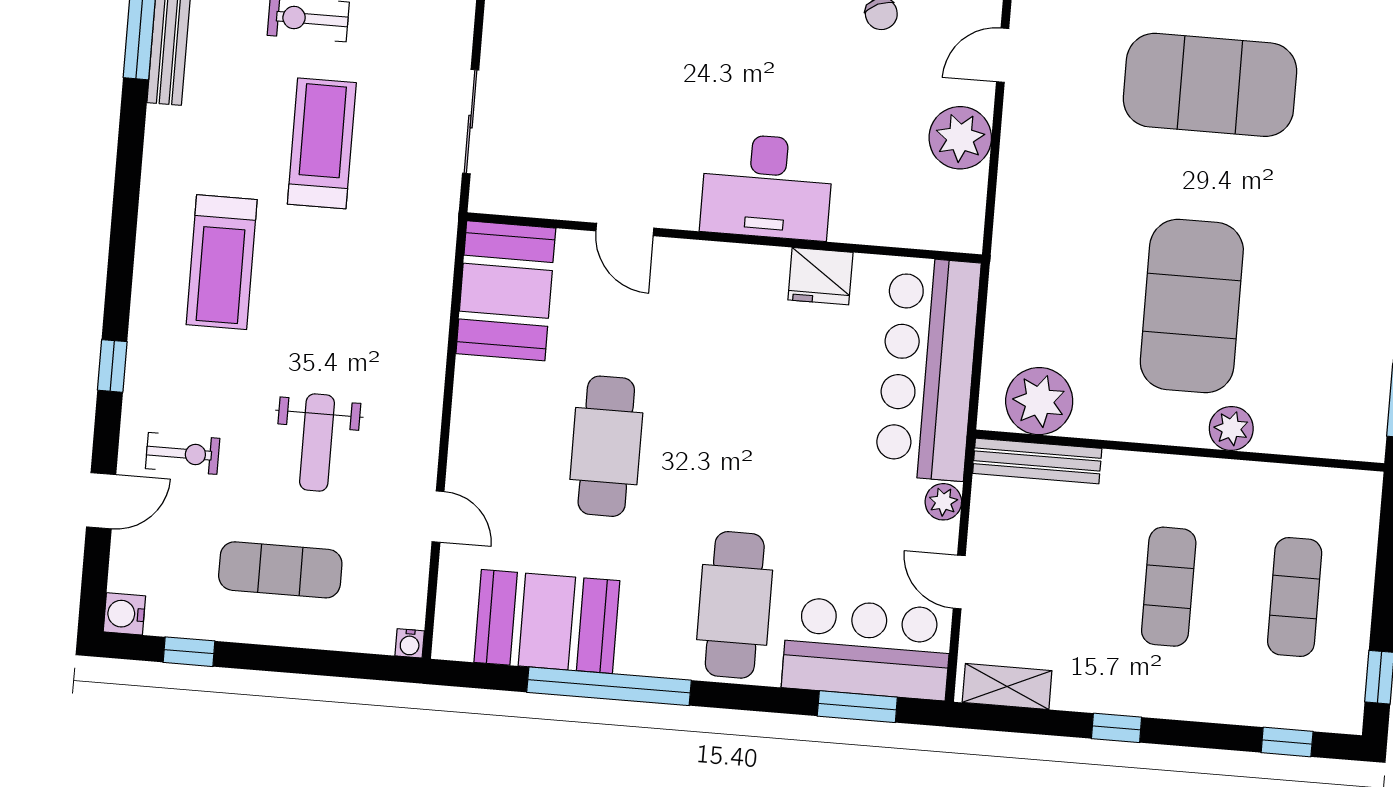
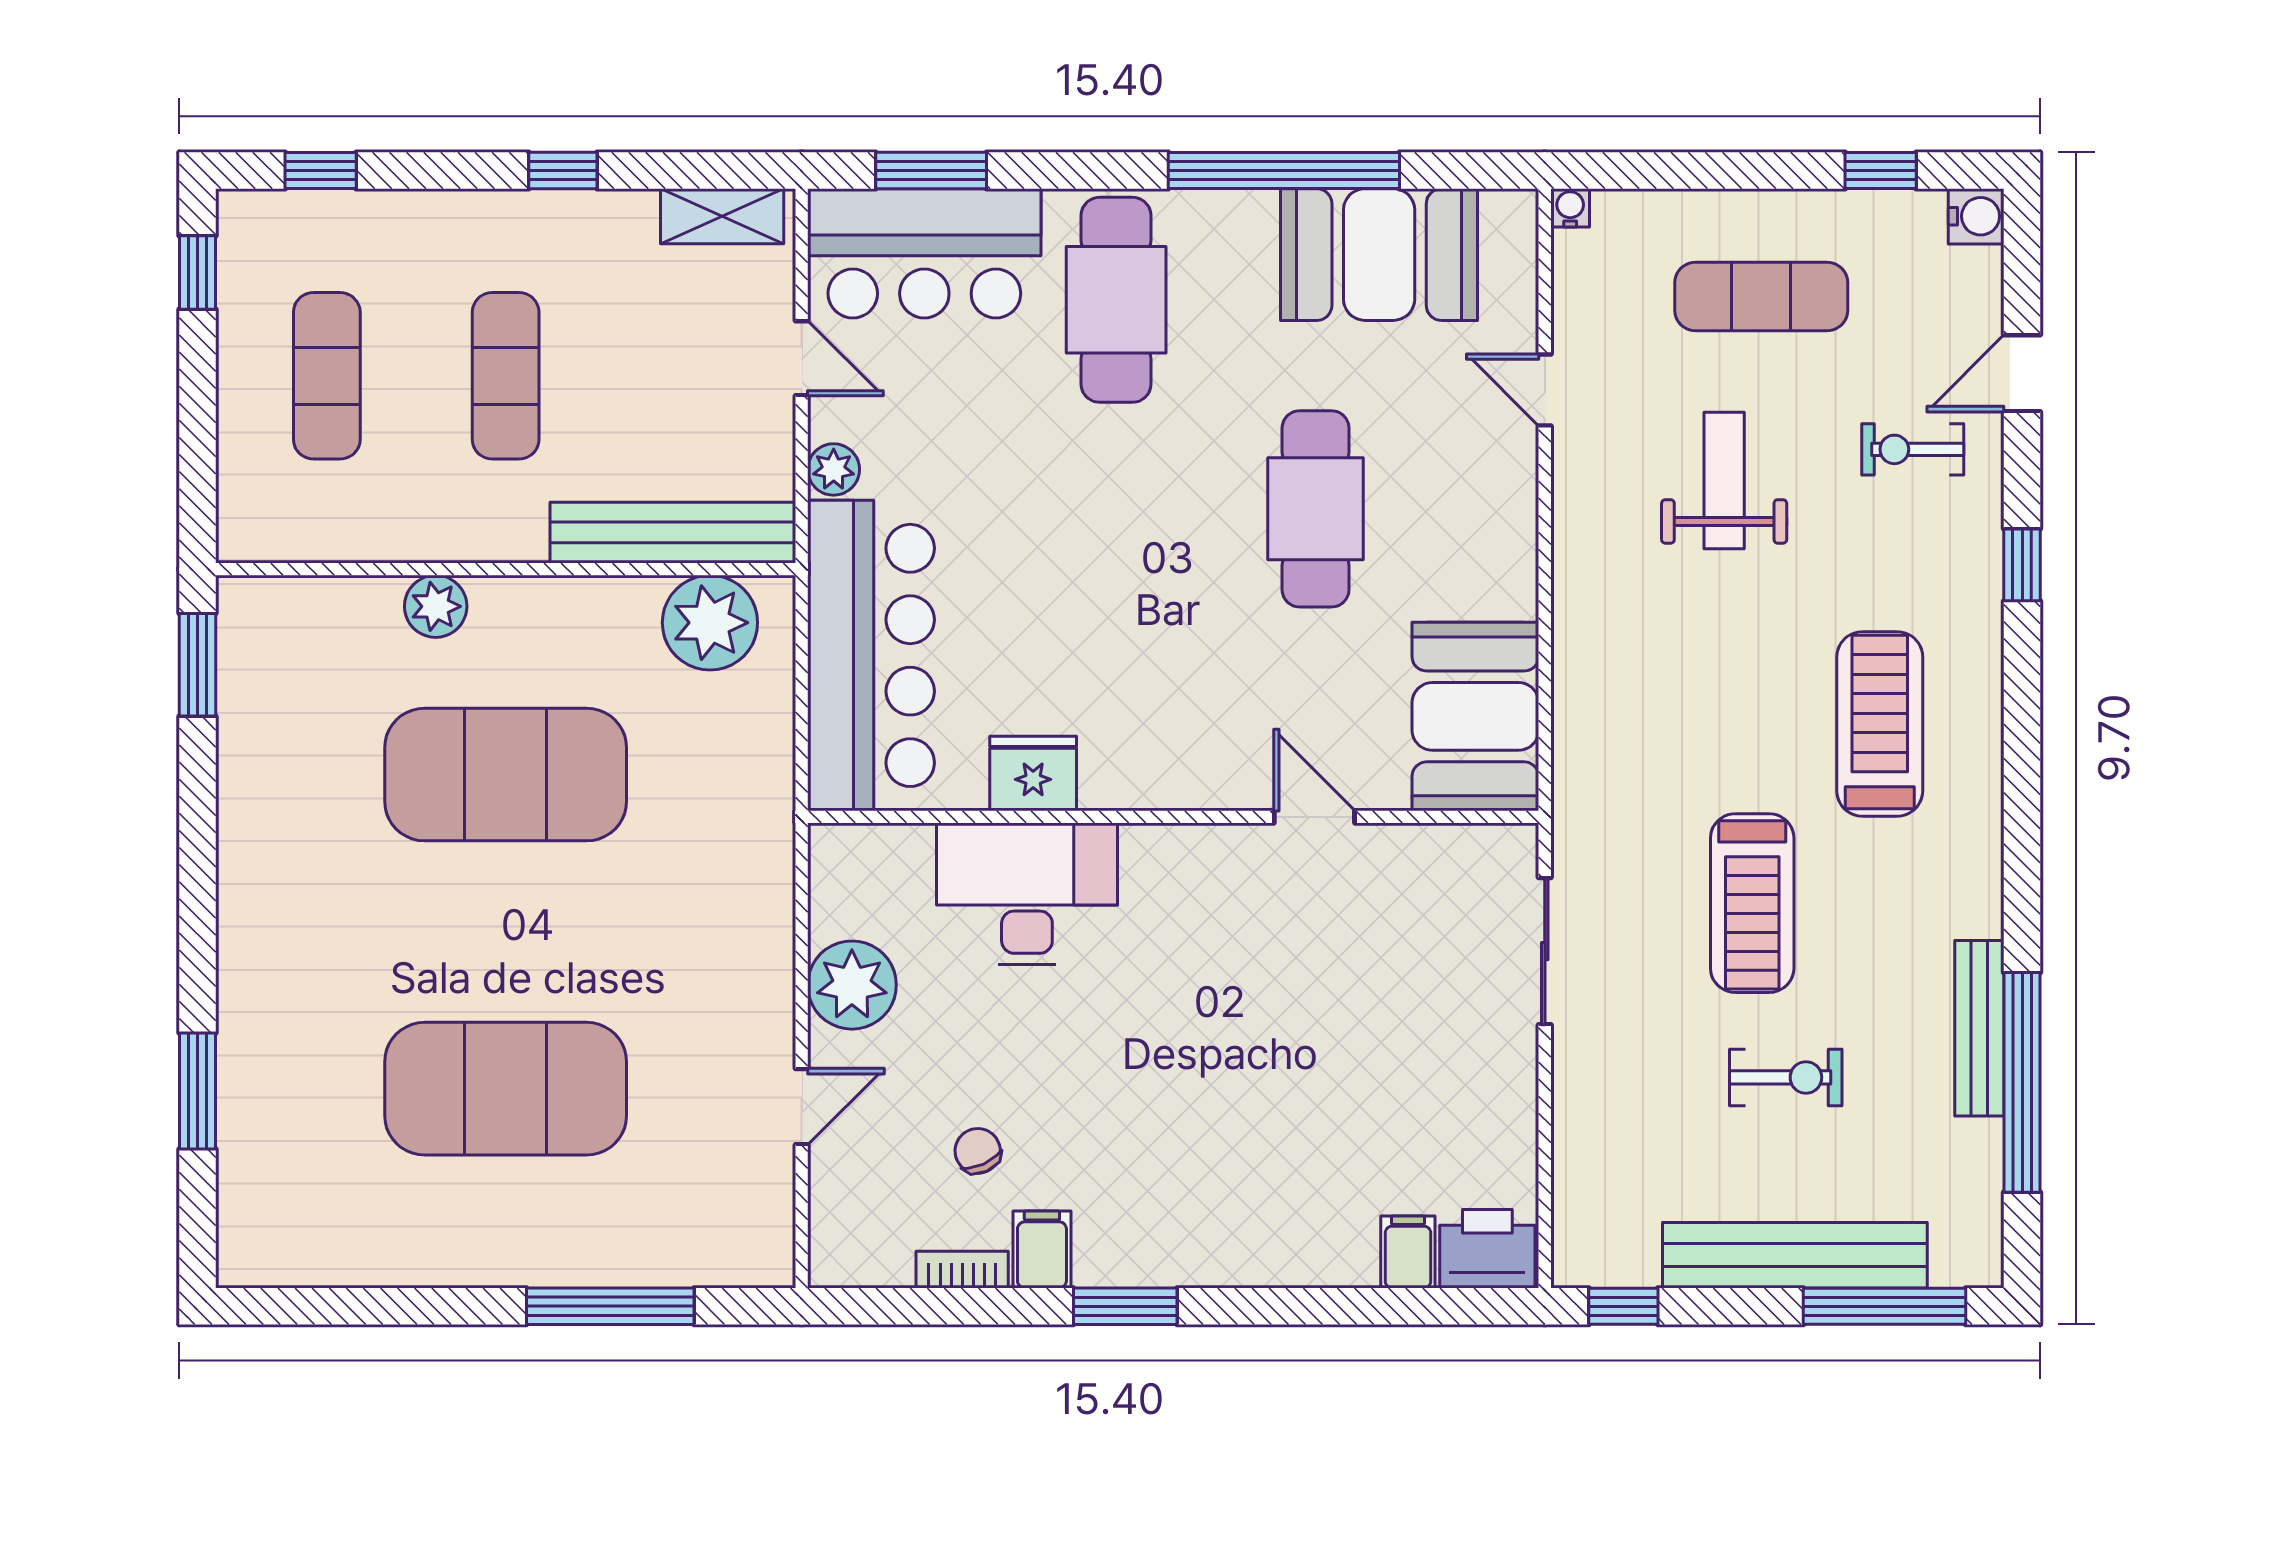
desk: (767, 187) -> (1027, 894), moved
exercise mat: (1192, 306) -> (506, 775), turned 90
bench: (1037, 461) -> (673, 533), width x1.37, depth x1.21

